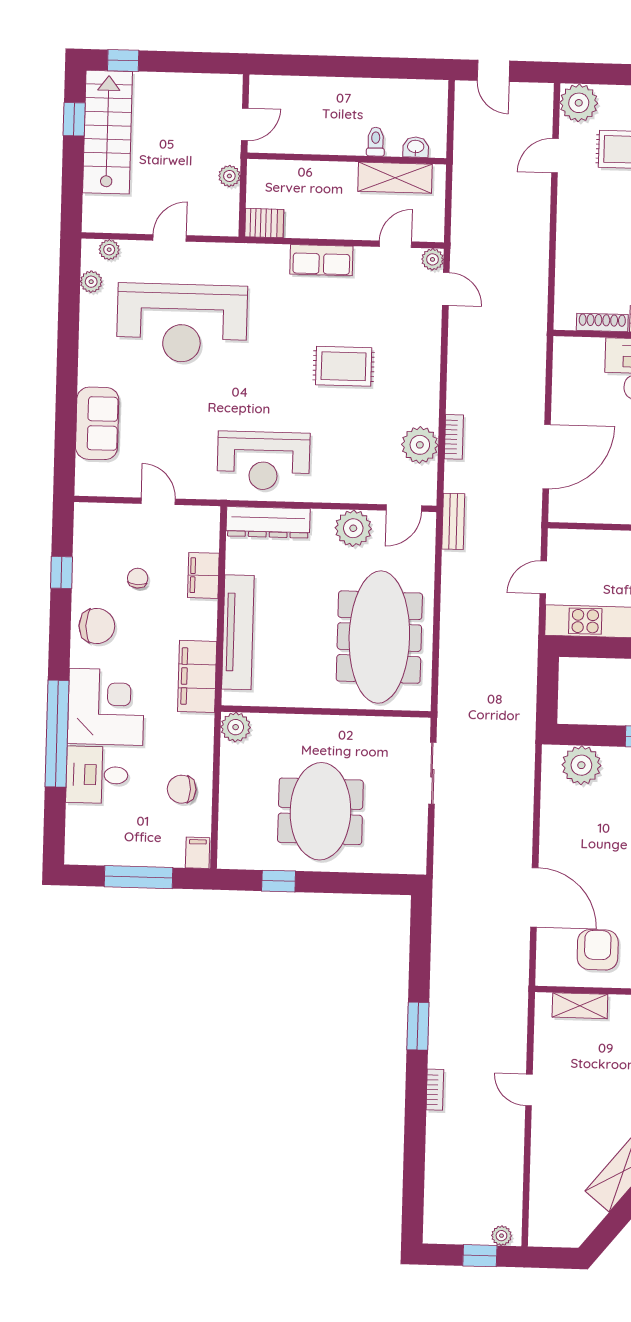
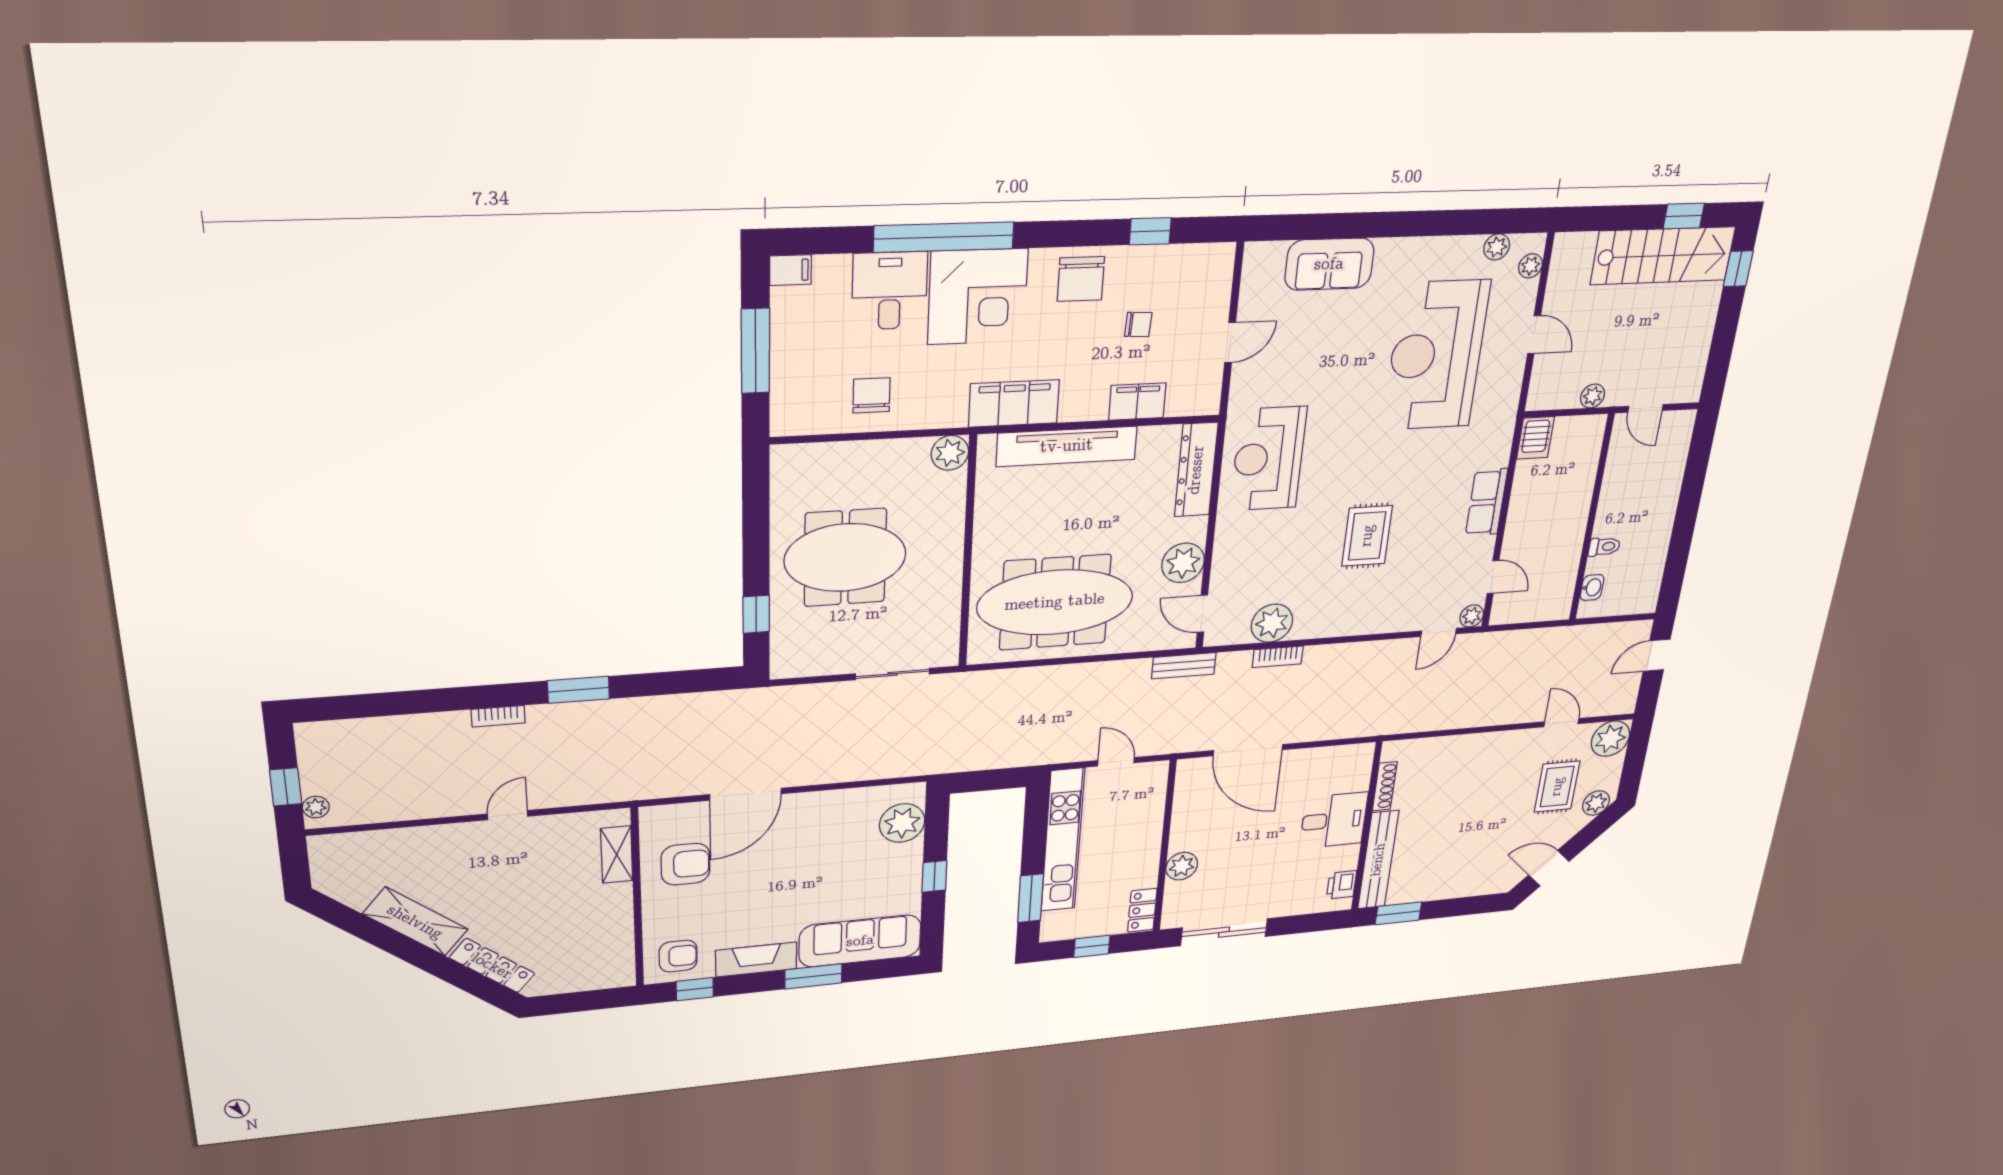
shelving: (395, 178) -> (1563, 570), removed
filing cabinet: (198, 853) -> (790, 270), moved
window: (279, 881) -> (756, 614), moved

